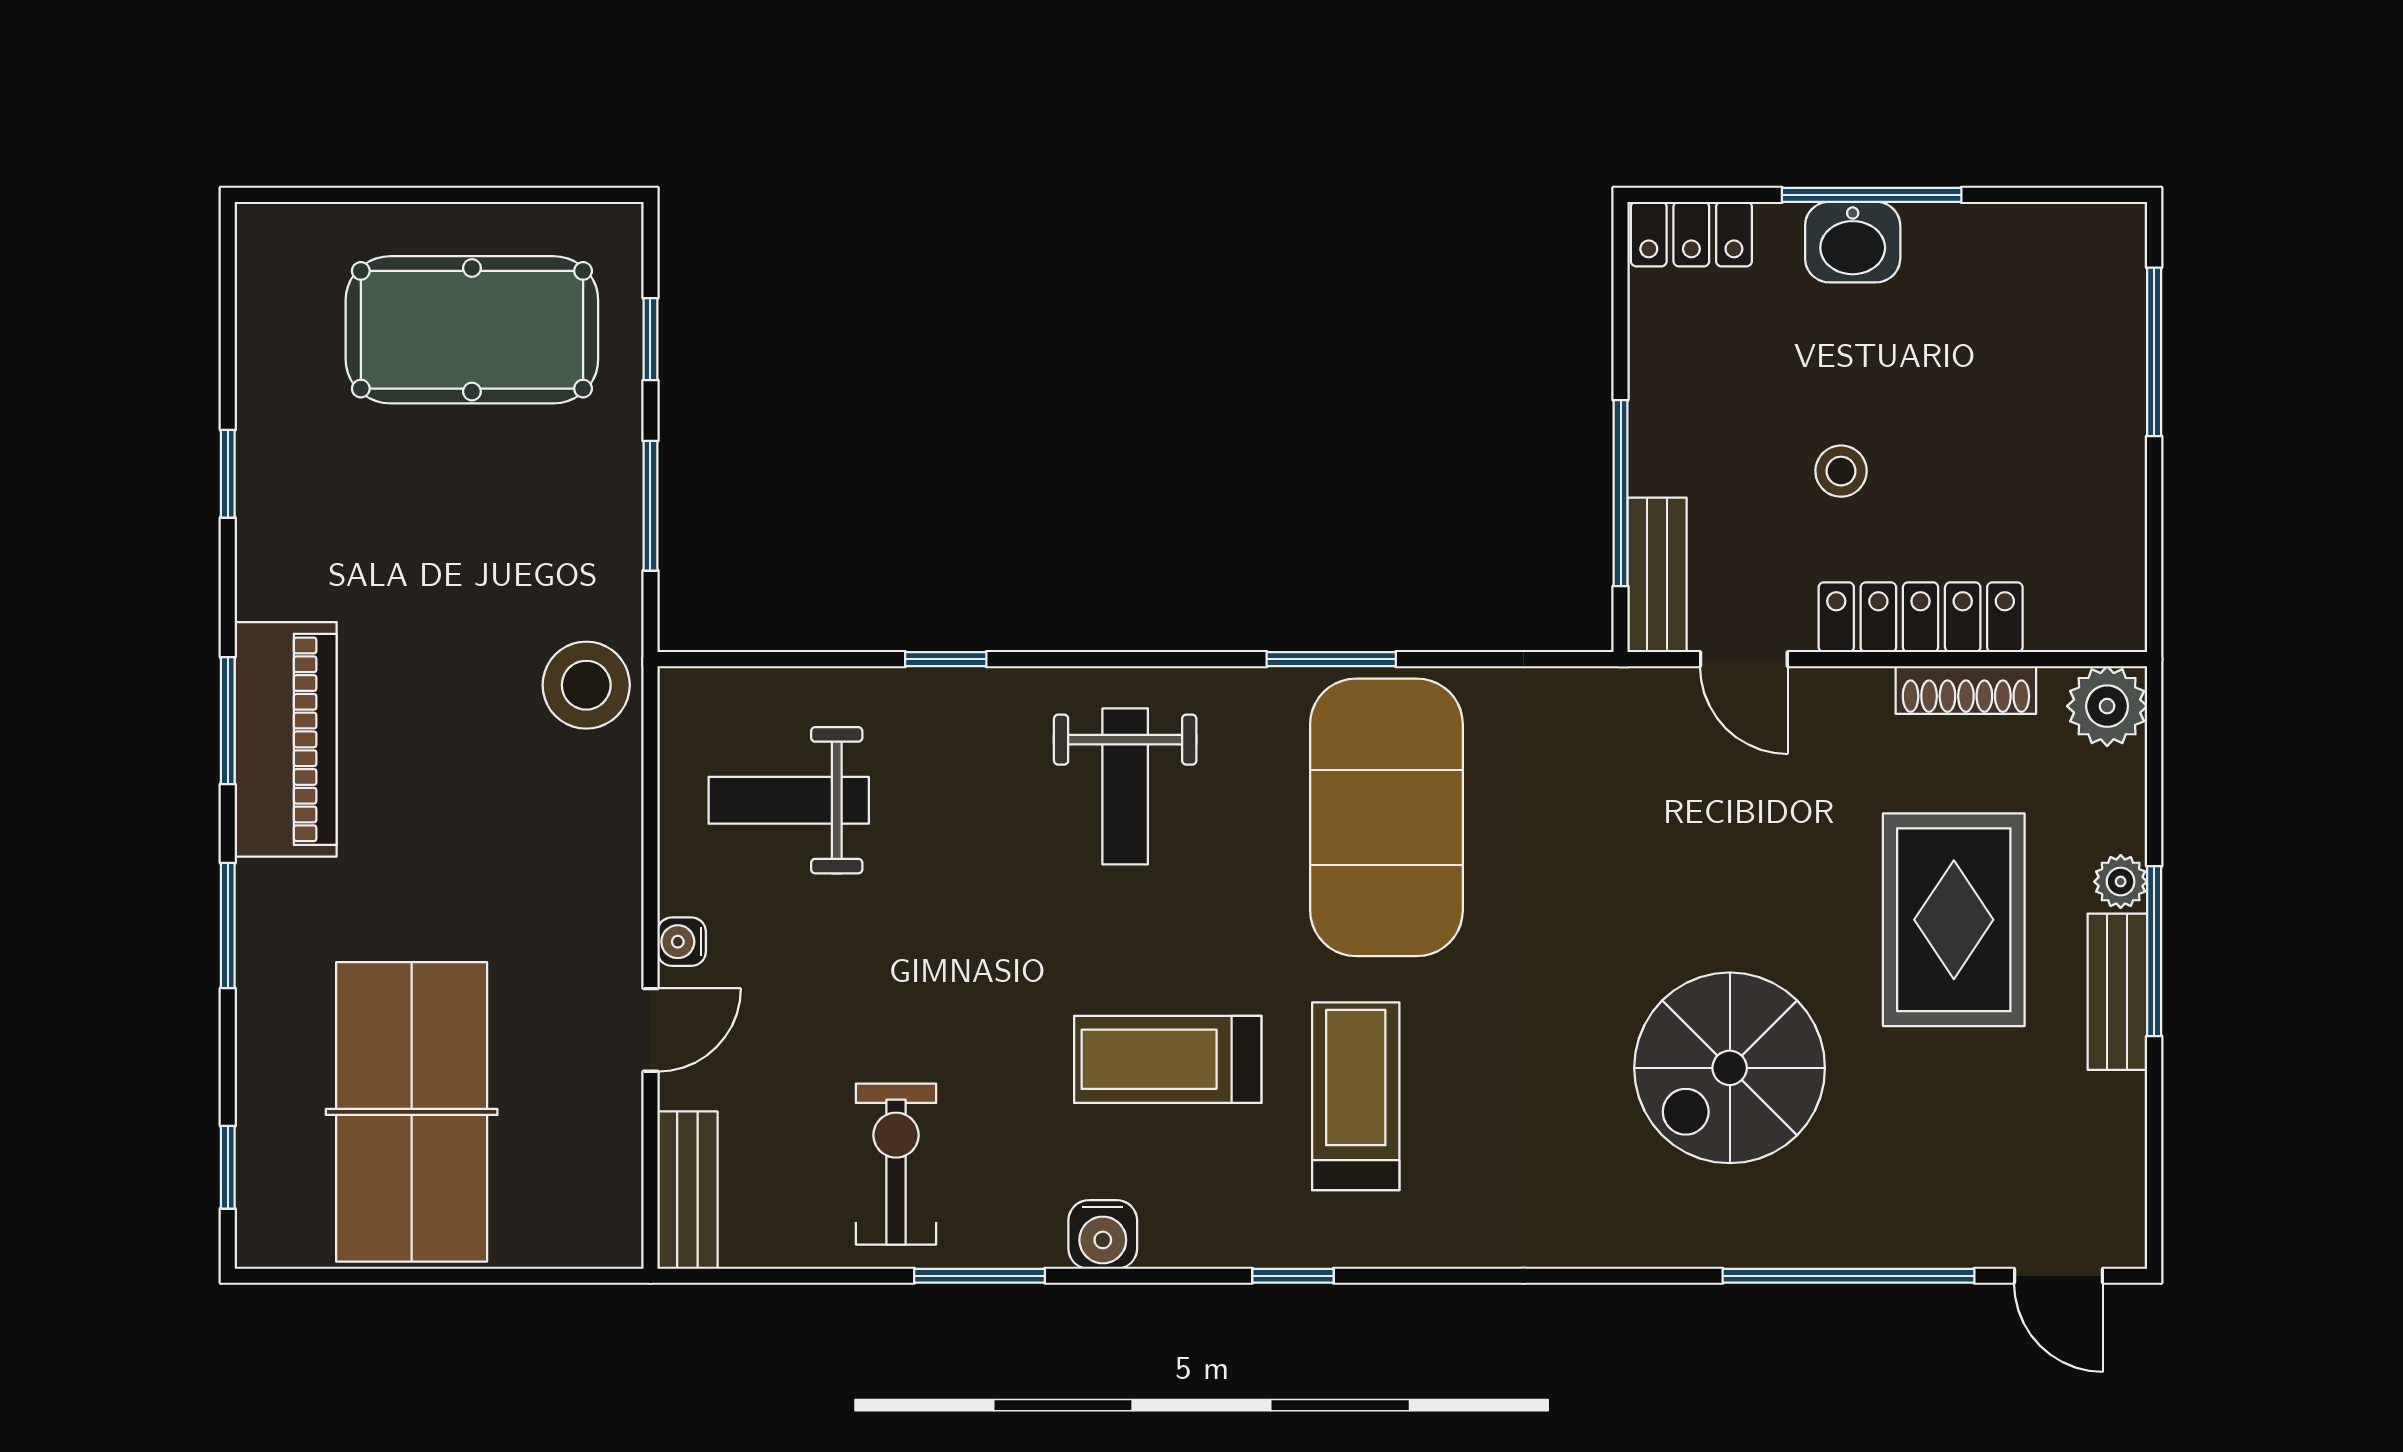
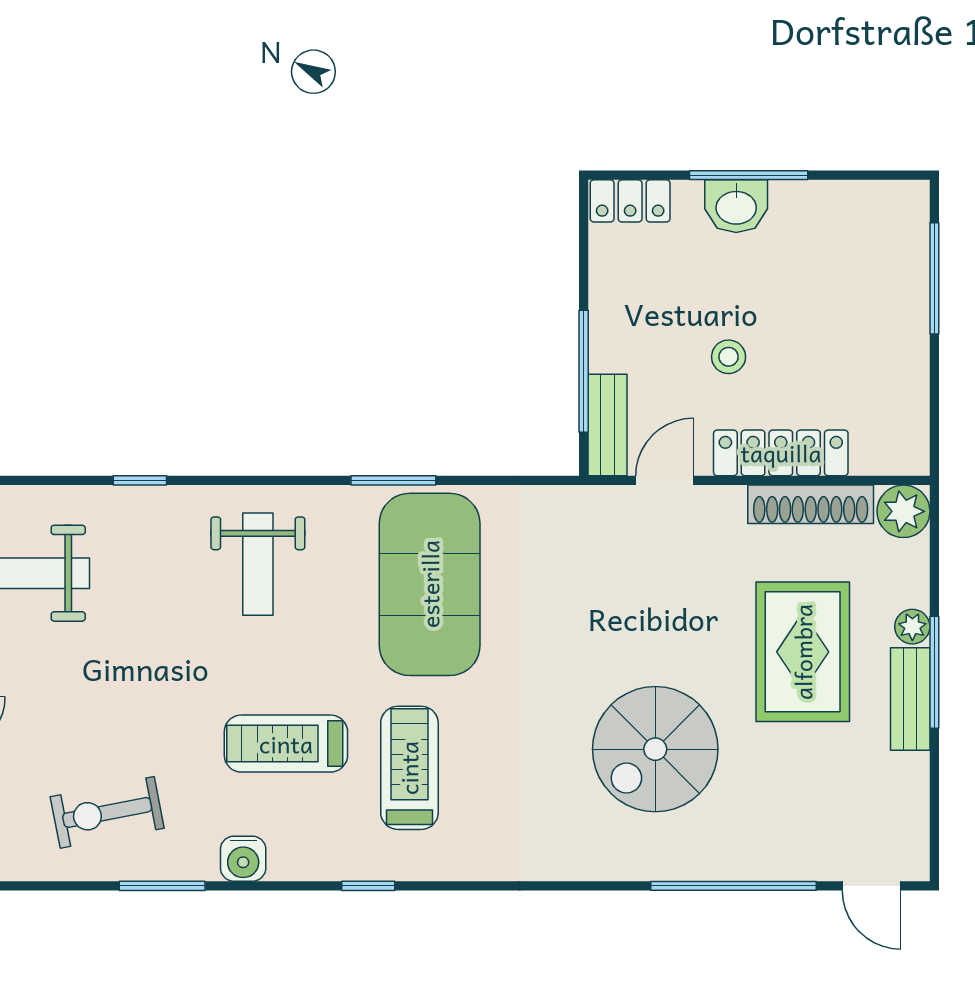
door: (1744, 659) -> (665, 480), swing flipped
shoe rack: (1966, 690) -> (811, 504), width x1.36, depth x1.24
exercise bike: (896, 1164) -> (107, 812), turned -101

